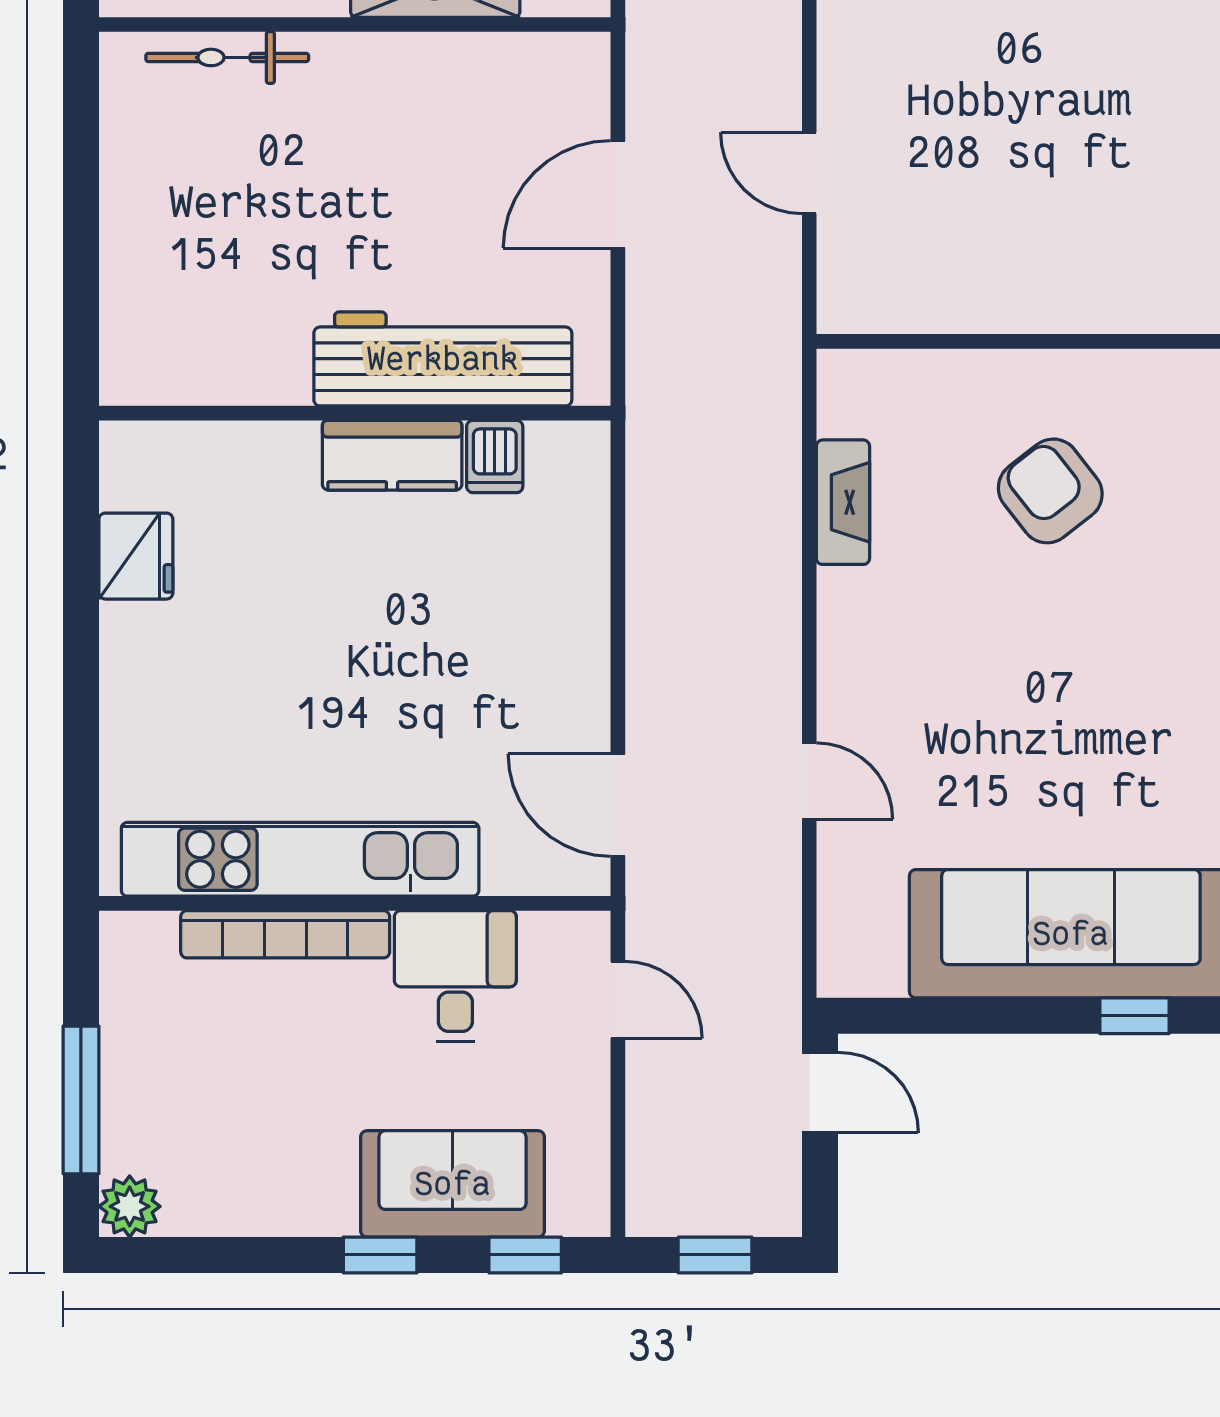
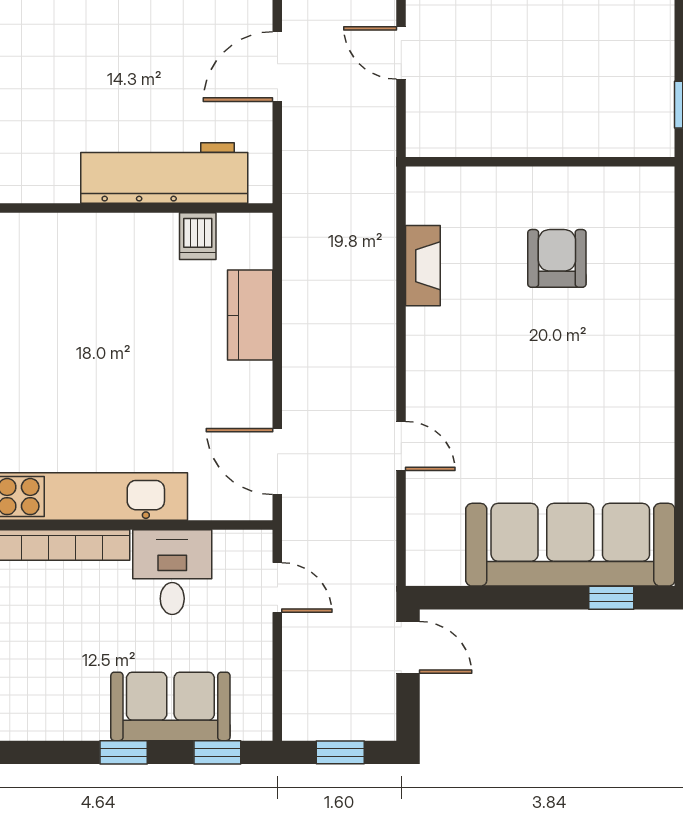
kitchen counter: (392, 455) -> (250, 315), moved, turned 90
armchair: (1050, 491) -> (557, 258), turned 38

